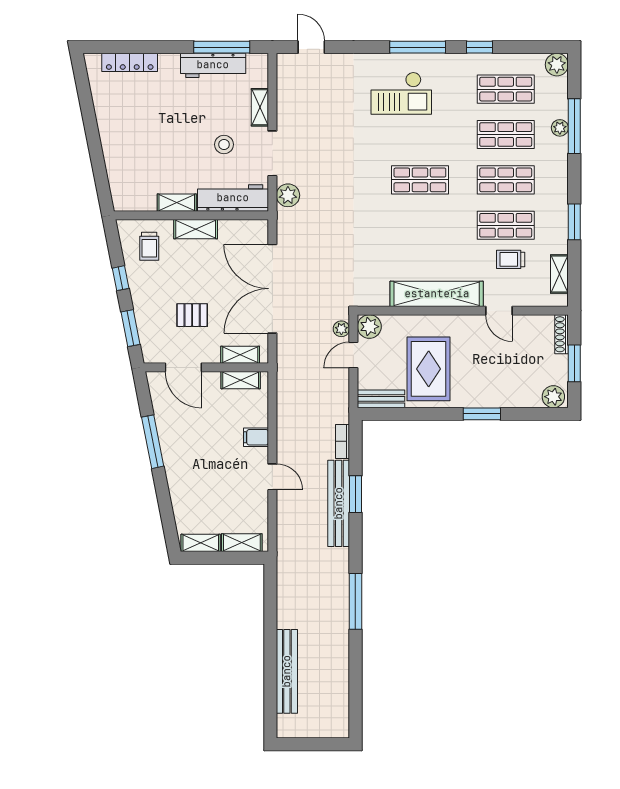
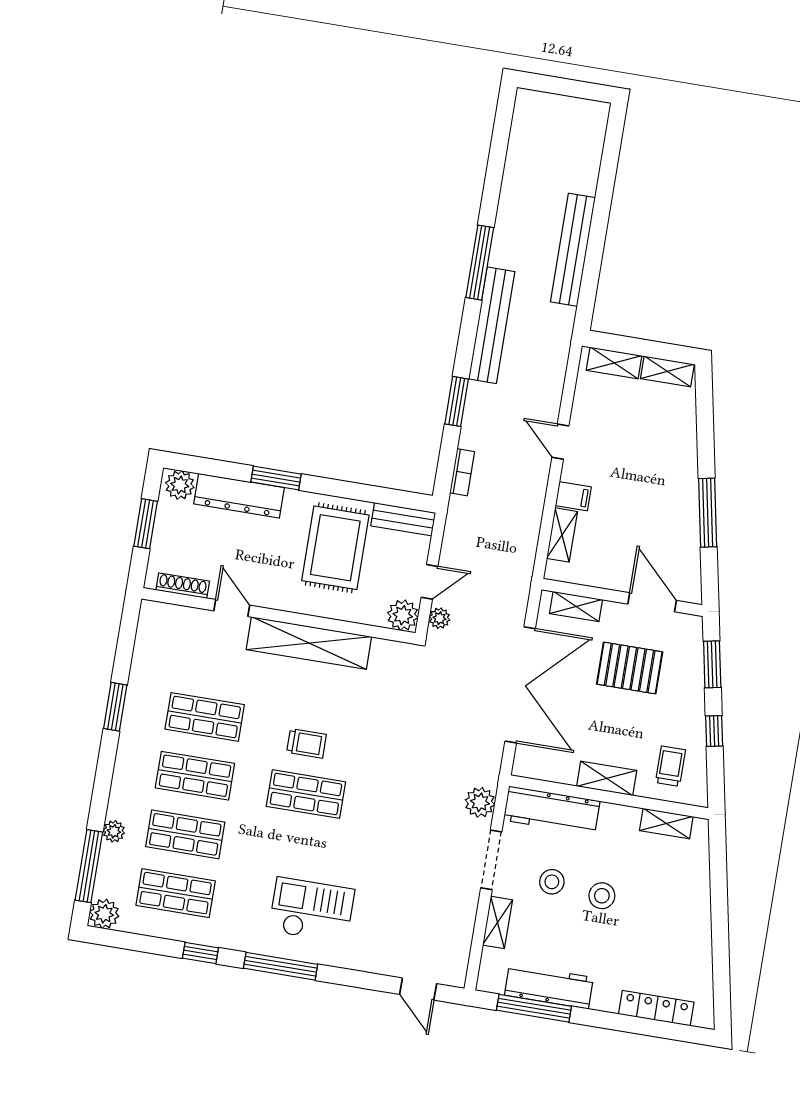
window: (574, 126) -> (89, 866), moved
stool: (185, 140) -> (602, 896), added
shelving: (177, 203) -> (666, 824), moved
trolley: (511, 259) -> (307, 743), moved
shelving: (559, 274) -> (146, 642), removed
pallet: (192, 315) -> (630, 668), width x1.50, depth x1.42
shoe rack: (562, 334) -> (183, 586), moved, turned -90
shelving: (241, 380) -> (562, 535), moved, turned 90
dresser: (507, 396) -> (239, 496), added
bench: (339, 503) -> (492, 325), moved
bench: (287, 671) -> (573, 250), moved

